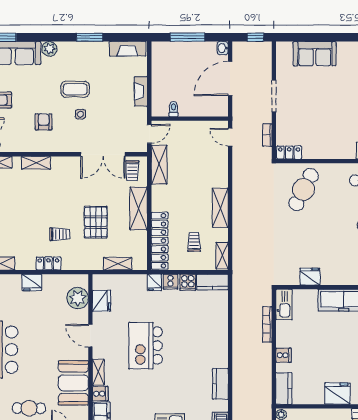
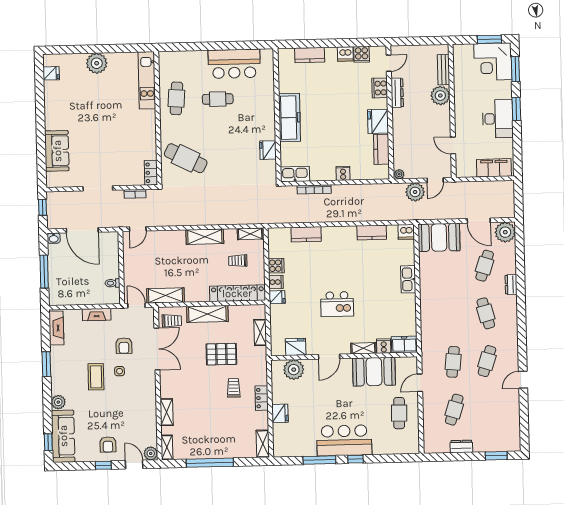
armchair: (44, 122) -> (124, 346), moved, turned -90
kitchen counter: (212, 282) -> (306, 234), moved, turned 90
kitchen island: (146, 346) -> (337, 304), width x0.73, depth x0.78
kitchen counter: (284, 388) -> (381, 149), moved, turned -90

